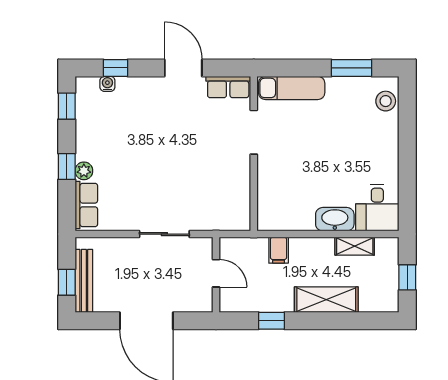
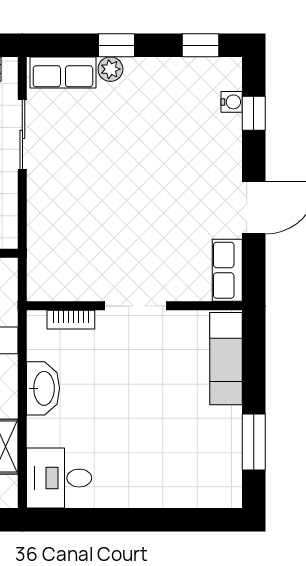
stool: (386, 101) -> (208, 490), removed
doorway: (254, 132) -> (135, 306), moved
bookcase: (264, 199) -> (71, 320), added
washbasin: (335, 219) -> (43, 388), moved
sliding door: (164, 234) -> (22, 134), moved

